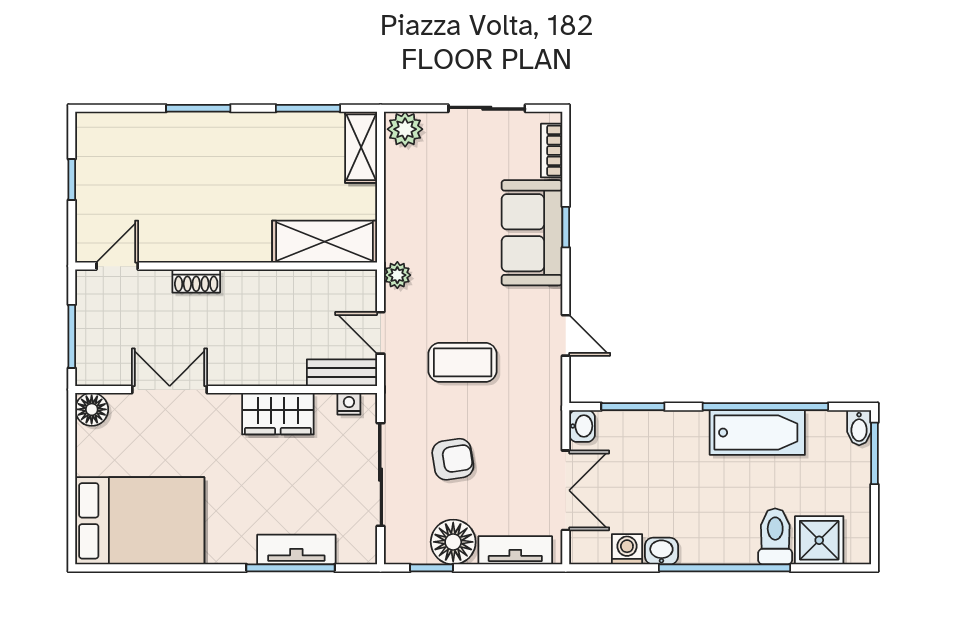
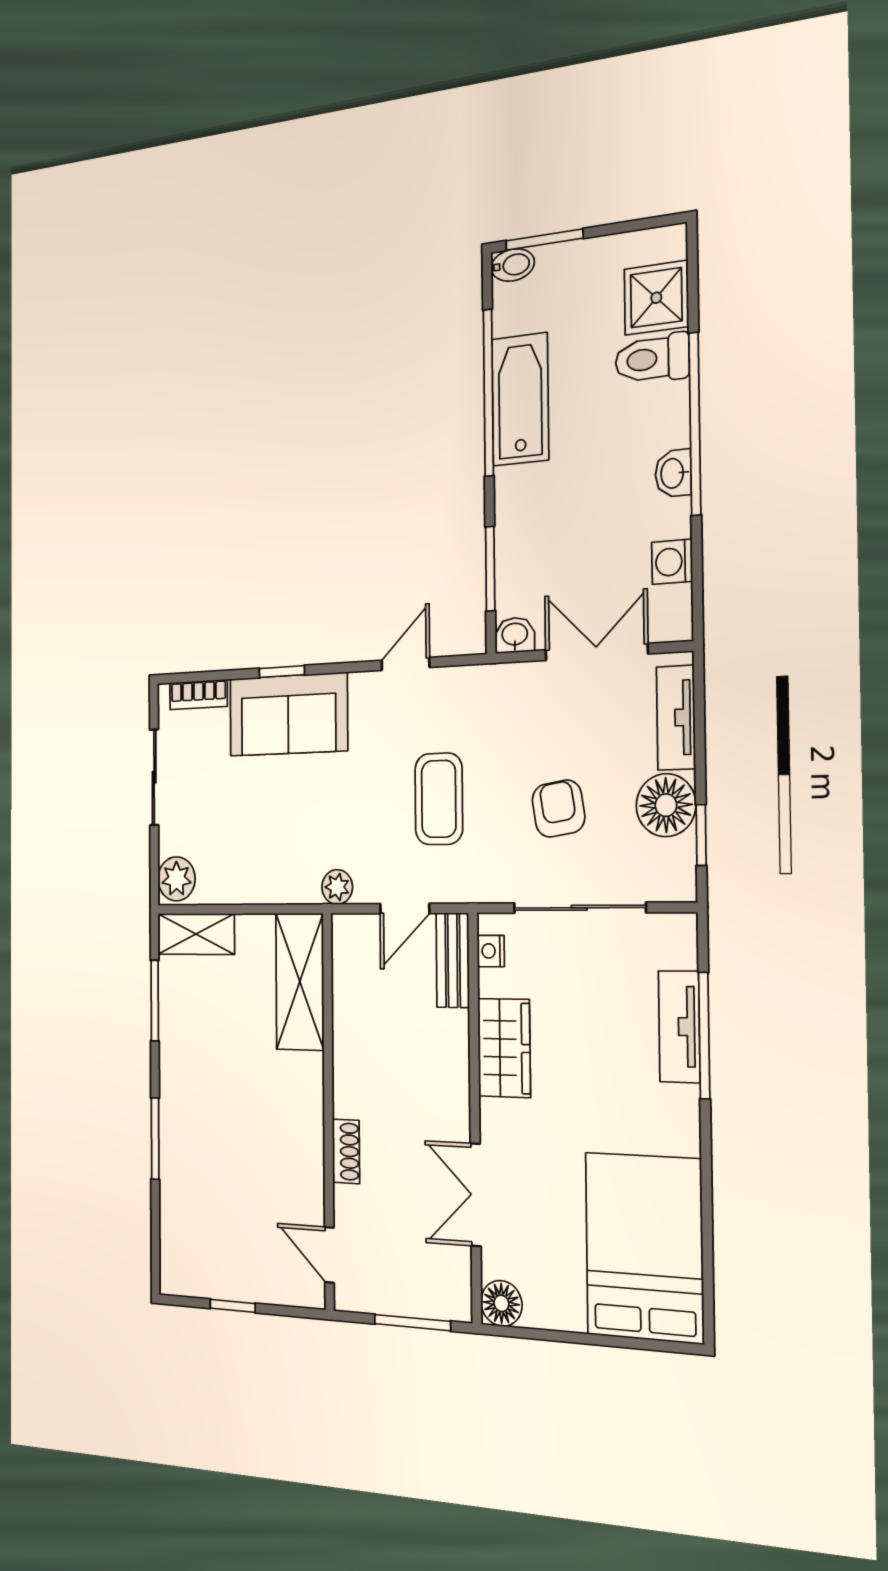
washbasin: (661, 551) -> (673, 473), moved

